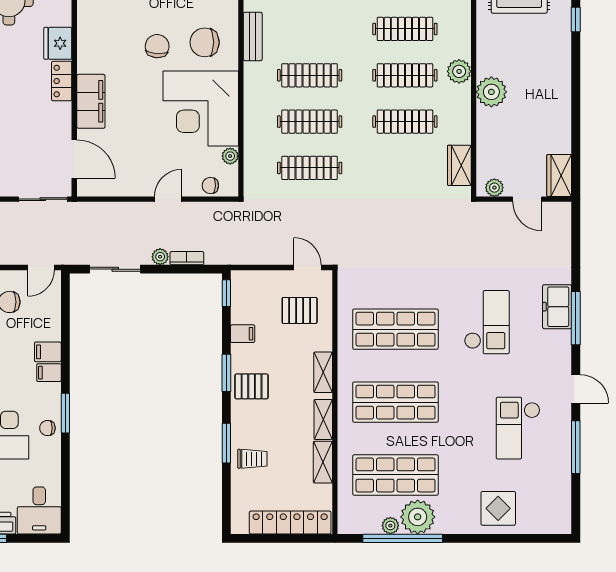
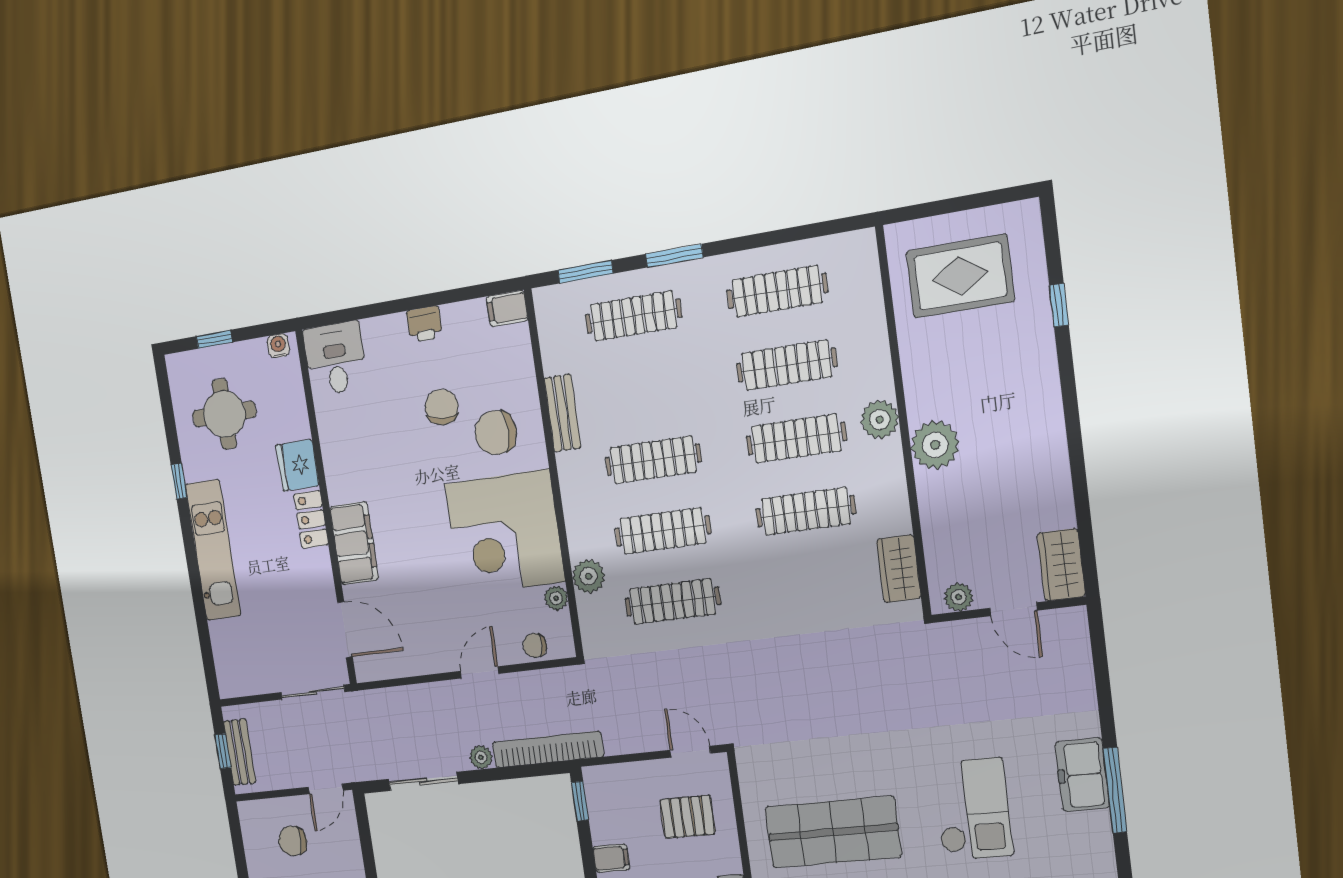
chair: (157, 46) -> (442, 407), moved
plant: (255, 145) -> (589, 576), added
bookcase: (187, 258) -> (548, 749), width x2.31, depth x1.31

